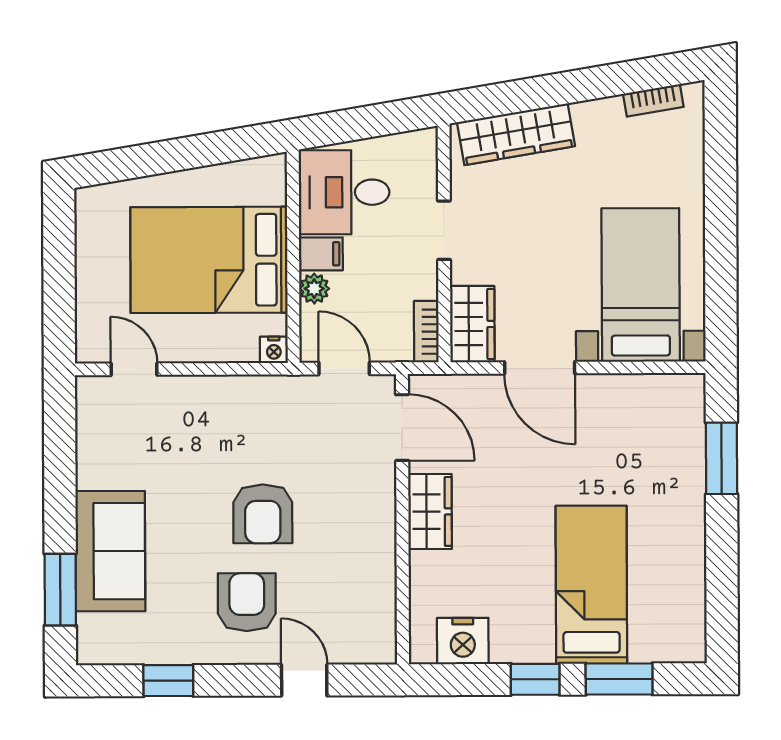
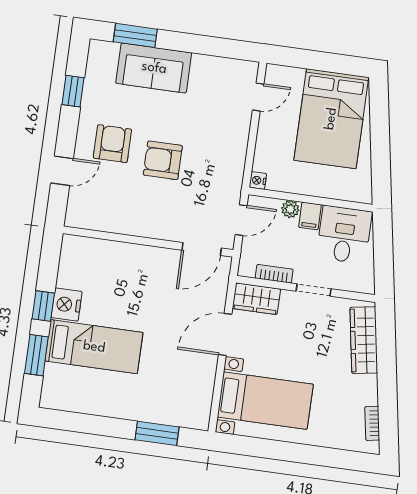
bed: (209, 260) -> (331, 119), moved, turned 180
bookcase: (426, 332) -> (274, 274), moved
wardrobe: (430, 512) -> (150, 258), removed
armchair: (247, 602) -> (112, 144), turned -90
nightstand: (463, 641) -> (66, 304), moved

